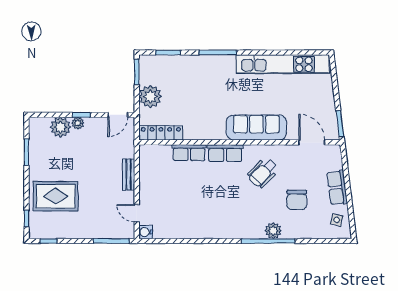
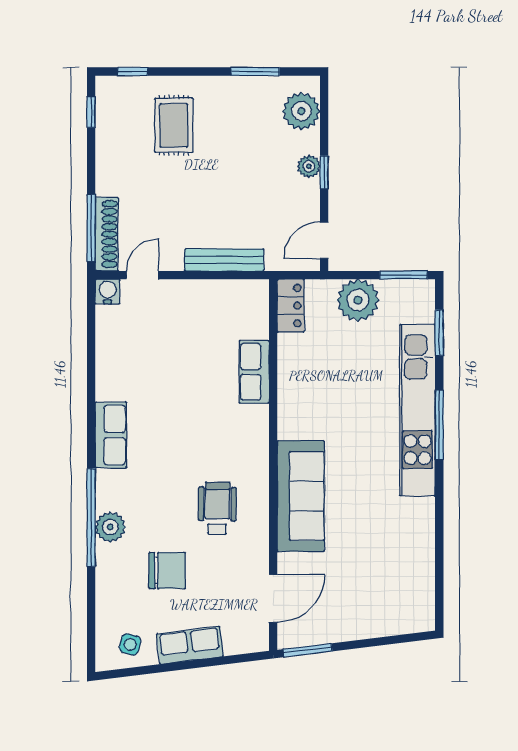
kitchen unit: (283, 64) -> (418, 410), moved
door: (118, 115) -> (324, 240), hinge flipped
plant: (61, 127) -> (301, 111), moved
locker: (161, 133) -> (291, 306), width x0.66
row of seats: (225, 153) -> (111, 435), moved, turned 180
wheelchair: (263, 173) -> (217, 508), turned 46
bench: (129, 175) -> (224, 260), width x1.36
rug: (56, 196) -> (174, 125), width x0.73, depth x0.70
chair: (297, 200) -> (167, 571), turned 180
shoe rack: (115, 233) -> (107, 234), added

